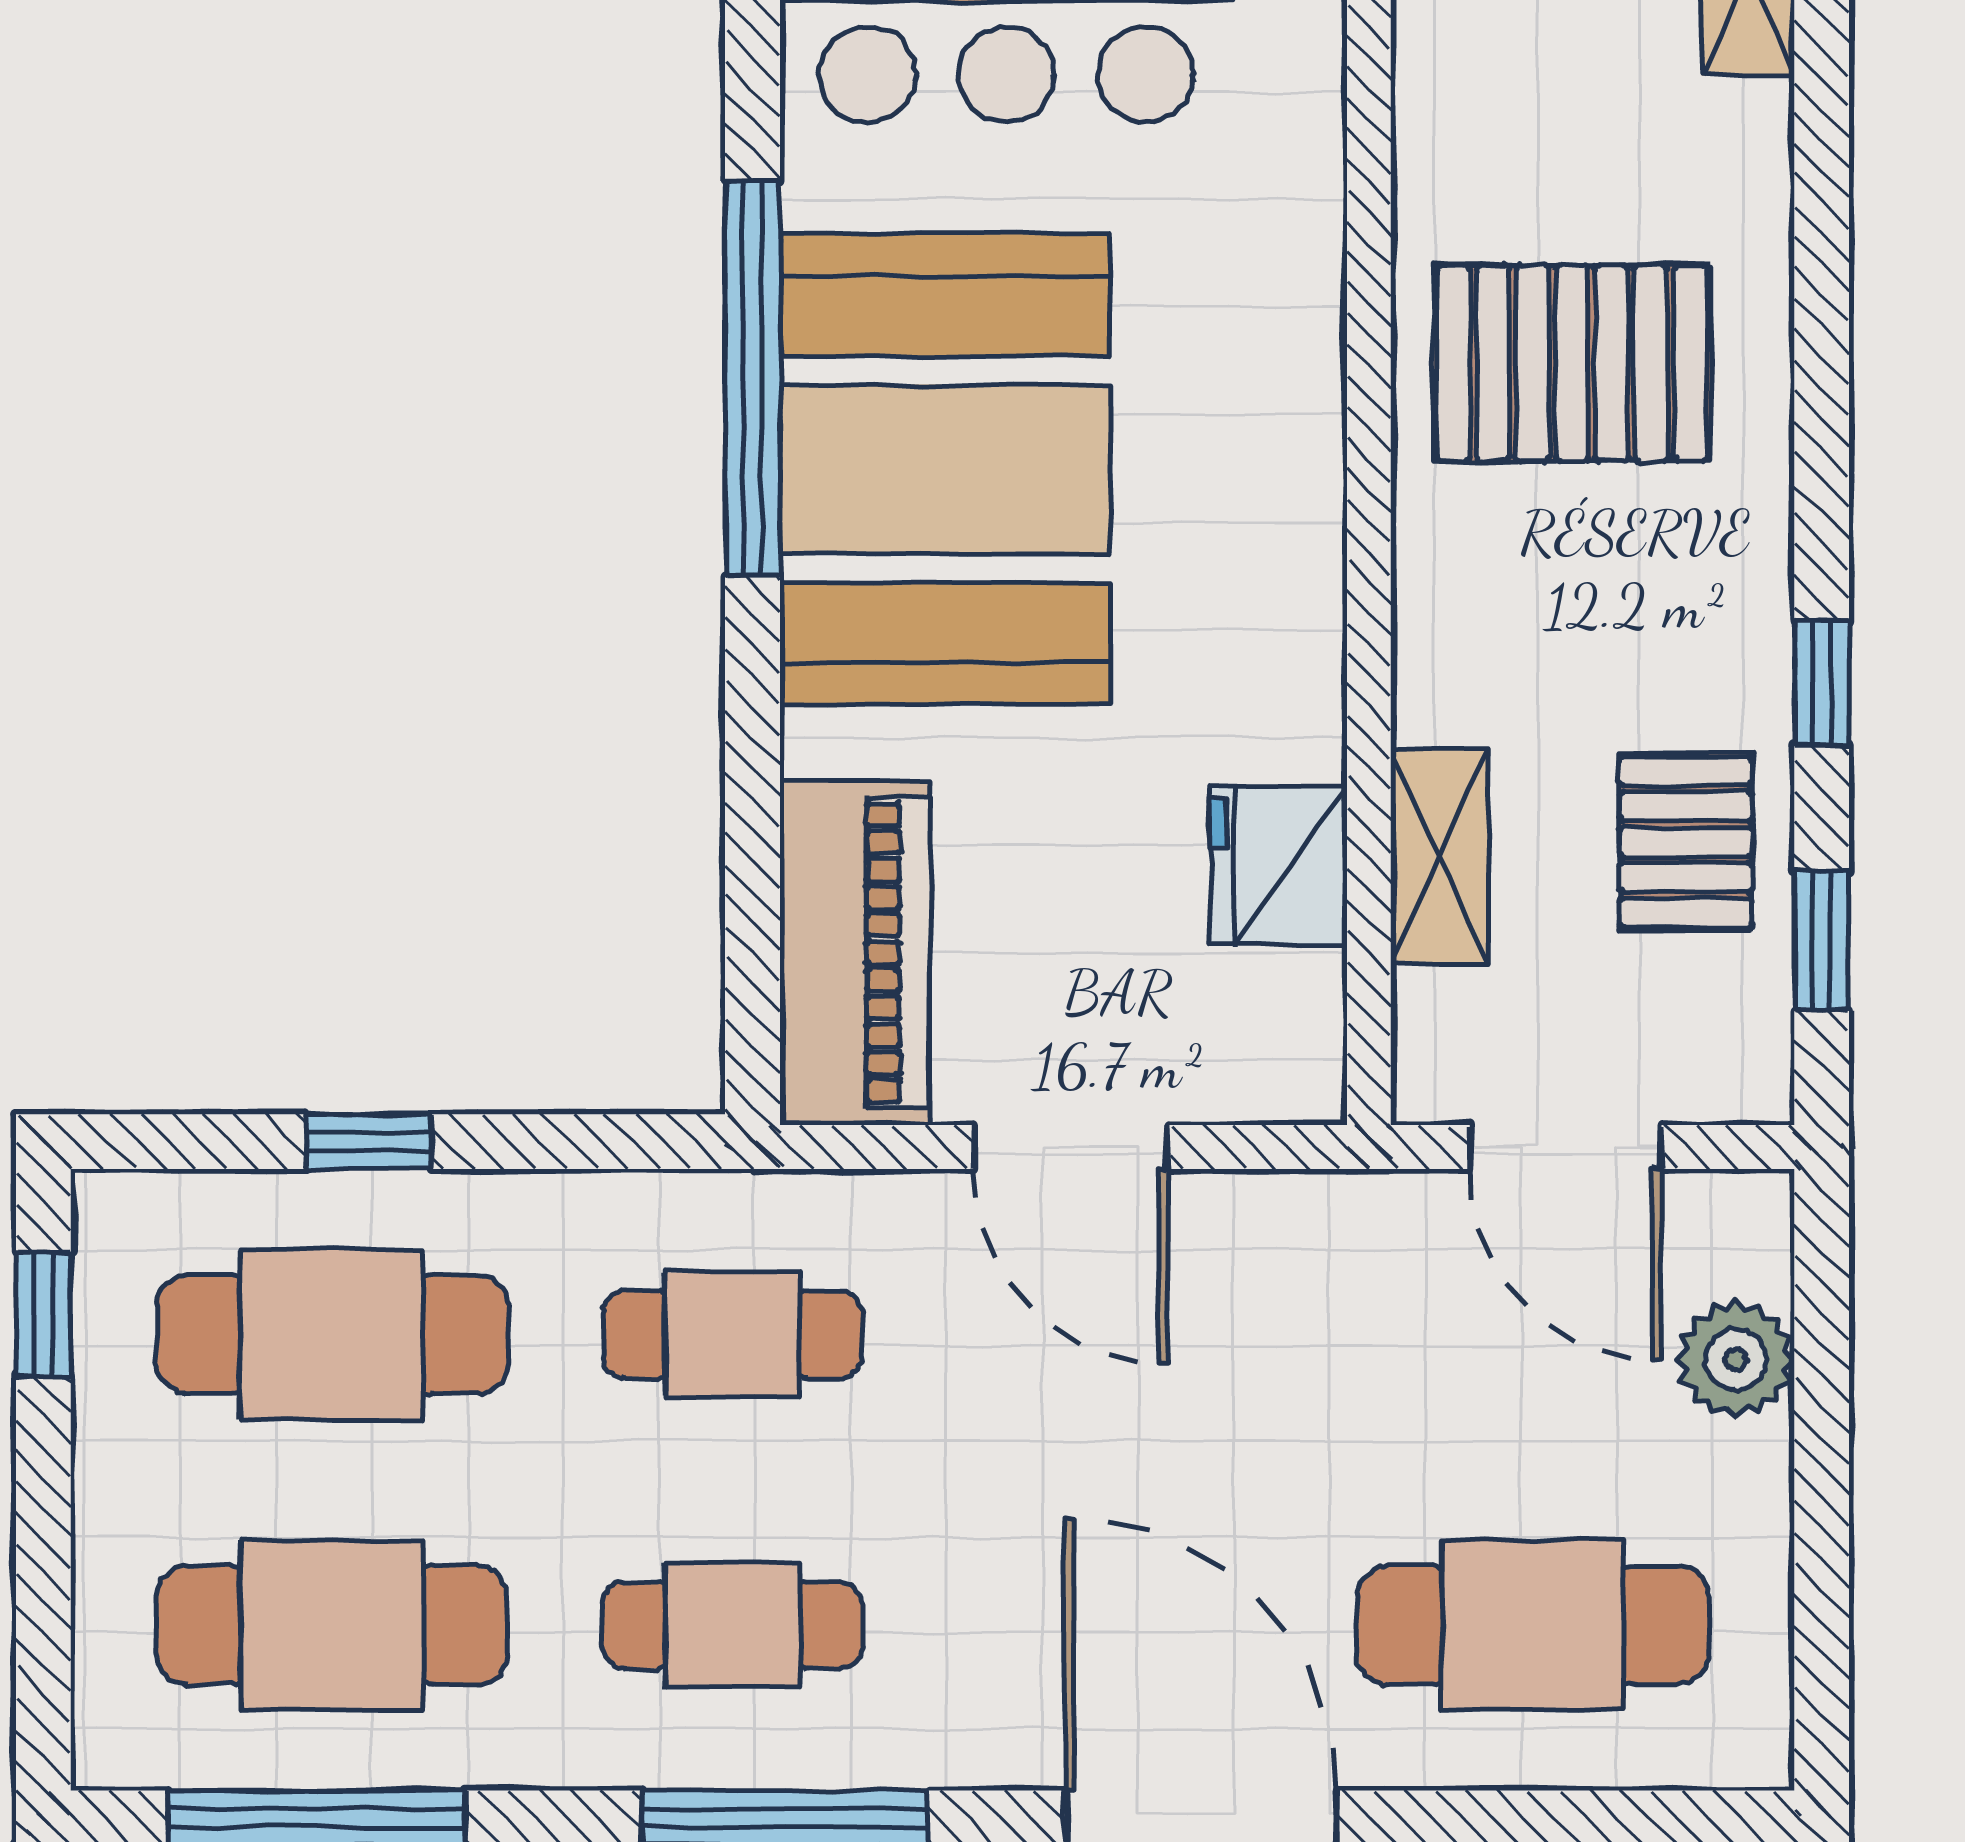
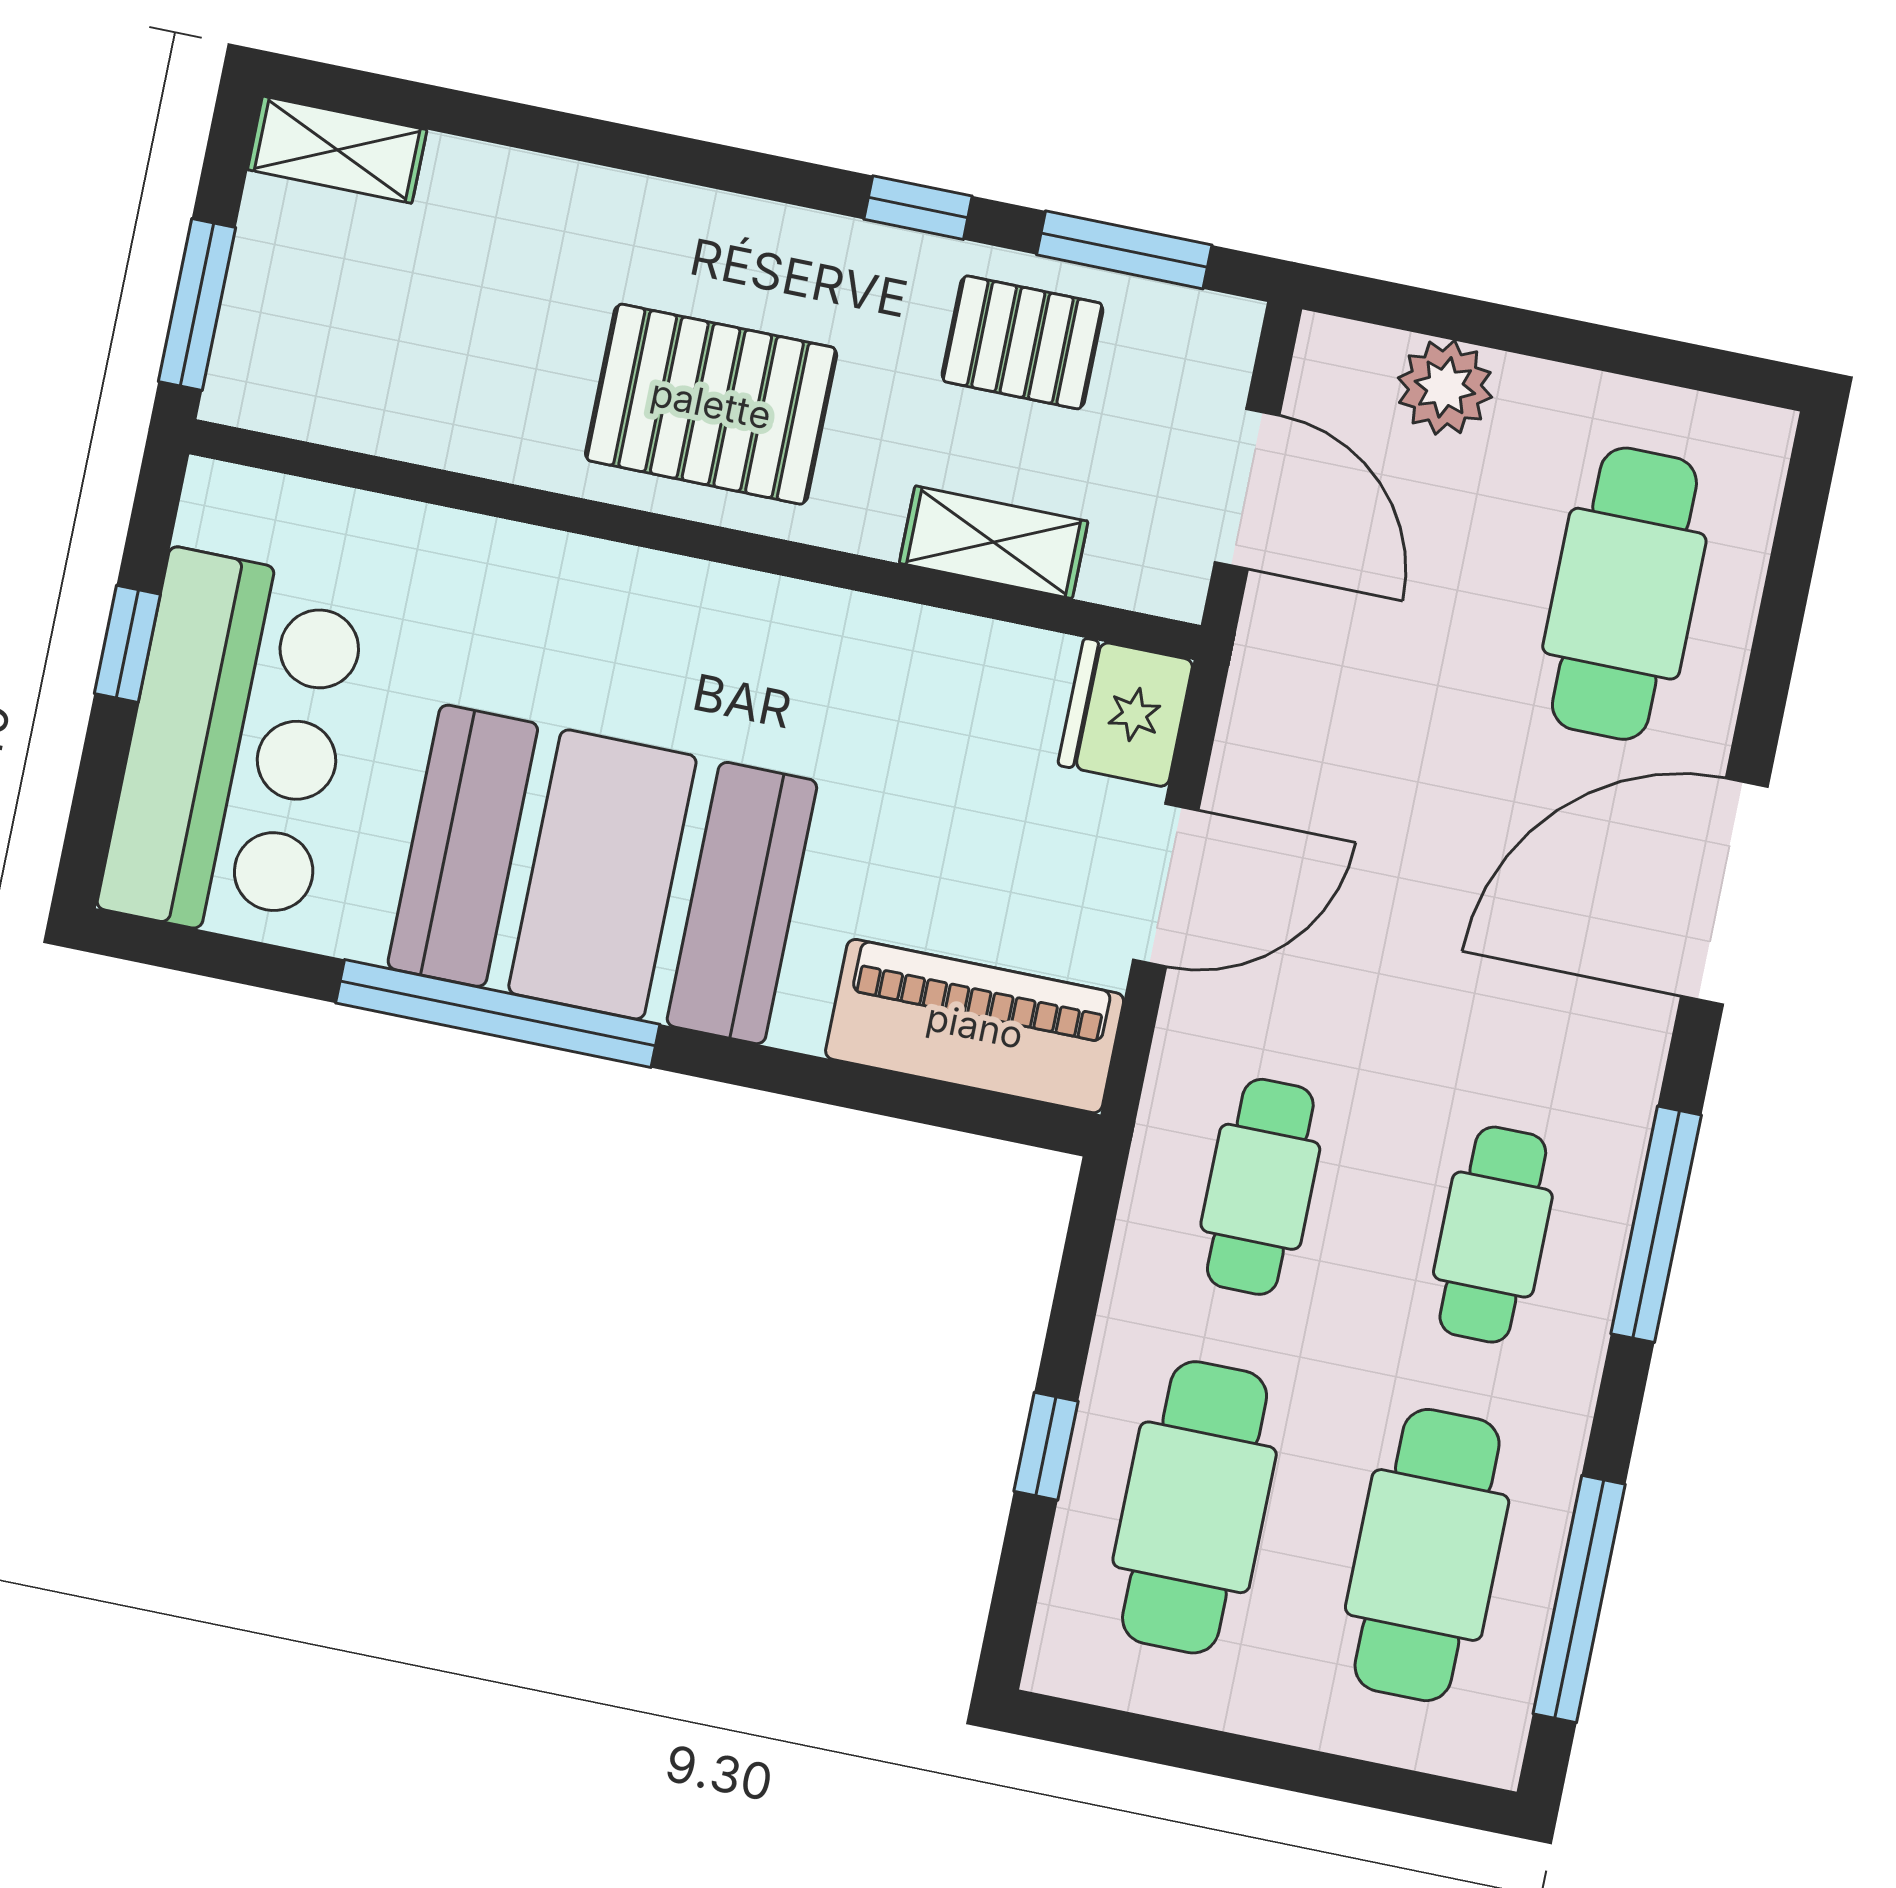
pallet: (1572, 363) -> (711, 404), moved, turned 90
fridge: (1278, 865) -> (1126, 713), moved, turned 90
window: (1822, 941) -> (1124, 250), width x1.50
door: (1566, 1147) -> (1247, 489), hinge flipped
window: (43, 1314) -> (1131, 1735), removed

